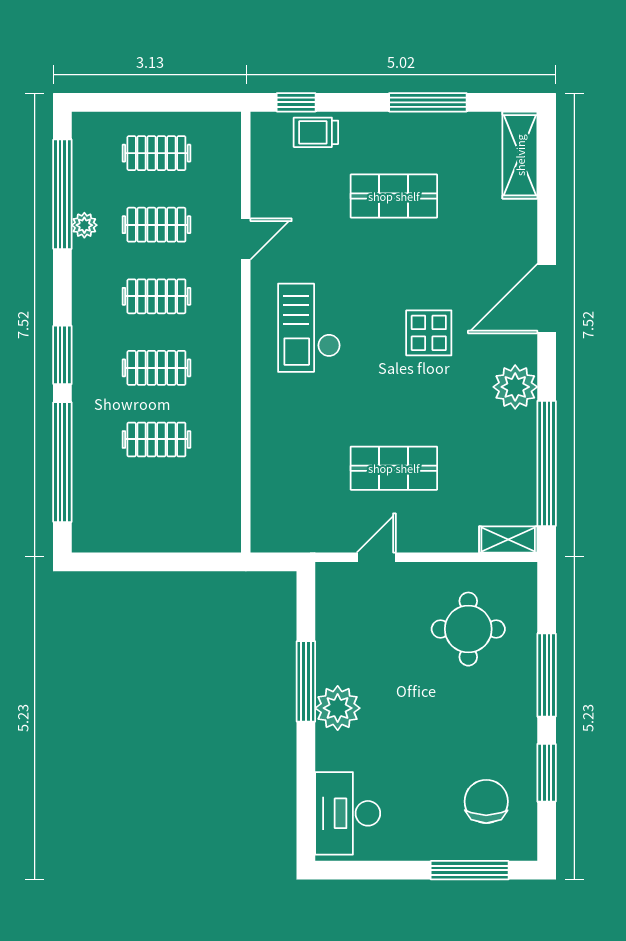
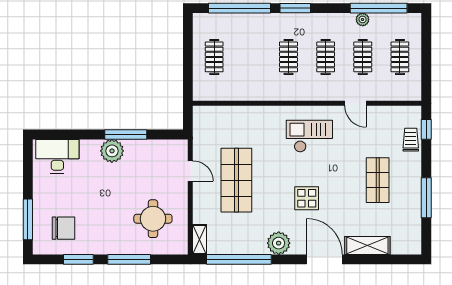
shelving: (520, 155) -> (367, 245), moved
clothes rail: (156, 439) -> (214, 57), moved
shop shelf: (394, 468) -> (236, 180), width x1.43, depth x1.36

